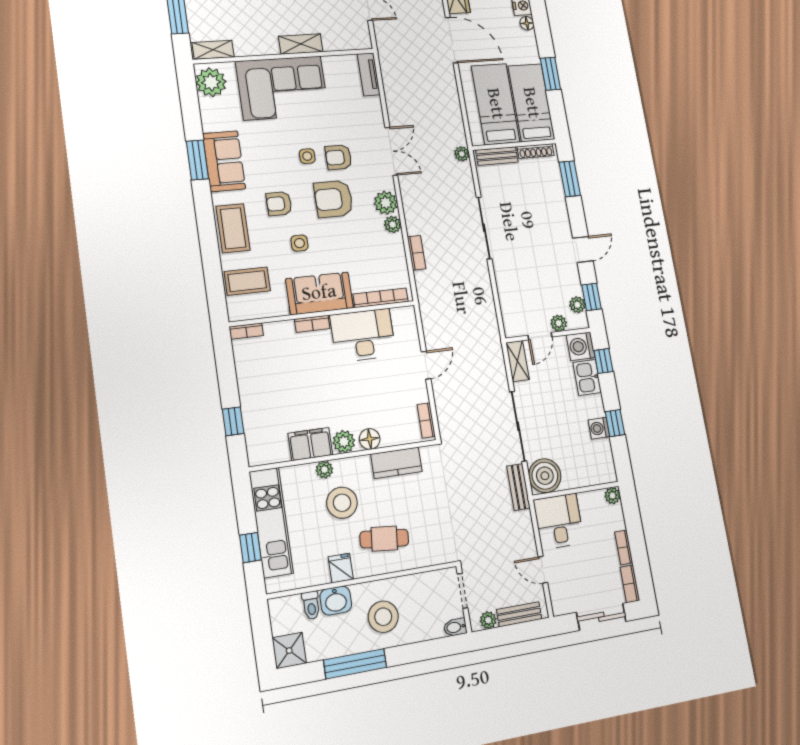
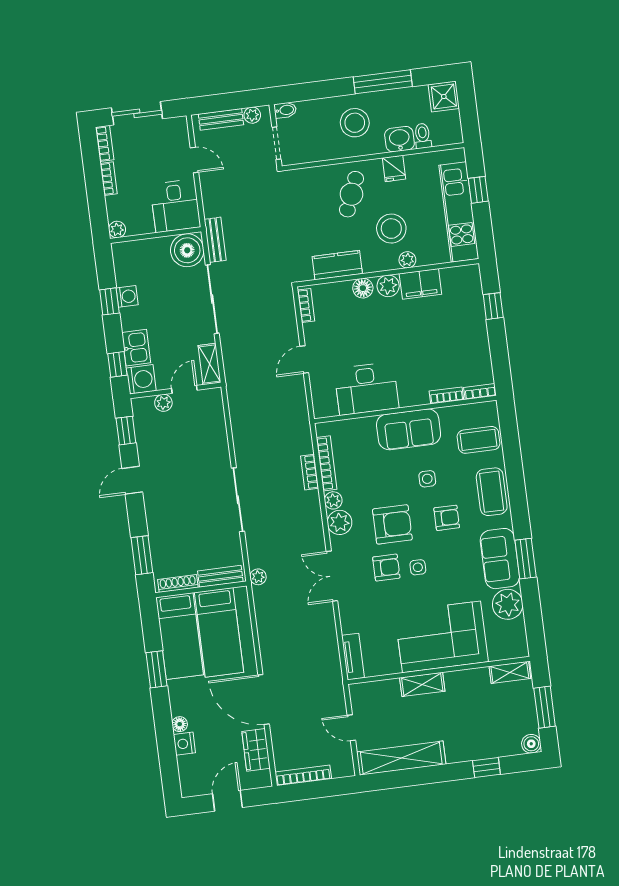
plant: (211, 82) -> (508, 604), moved
bookcase: (381, 298) -> (327, 463), moved, turned -90
plant: (577, 305) -> (142, 422), removed
bookcase: (312, 324) -> (446, 395), moved
cafe table: (384, 539) -> (351, 194), turned -74

